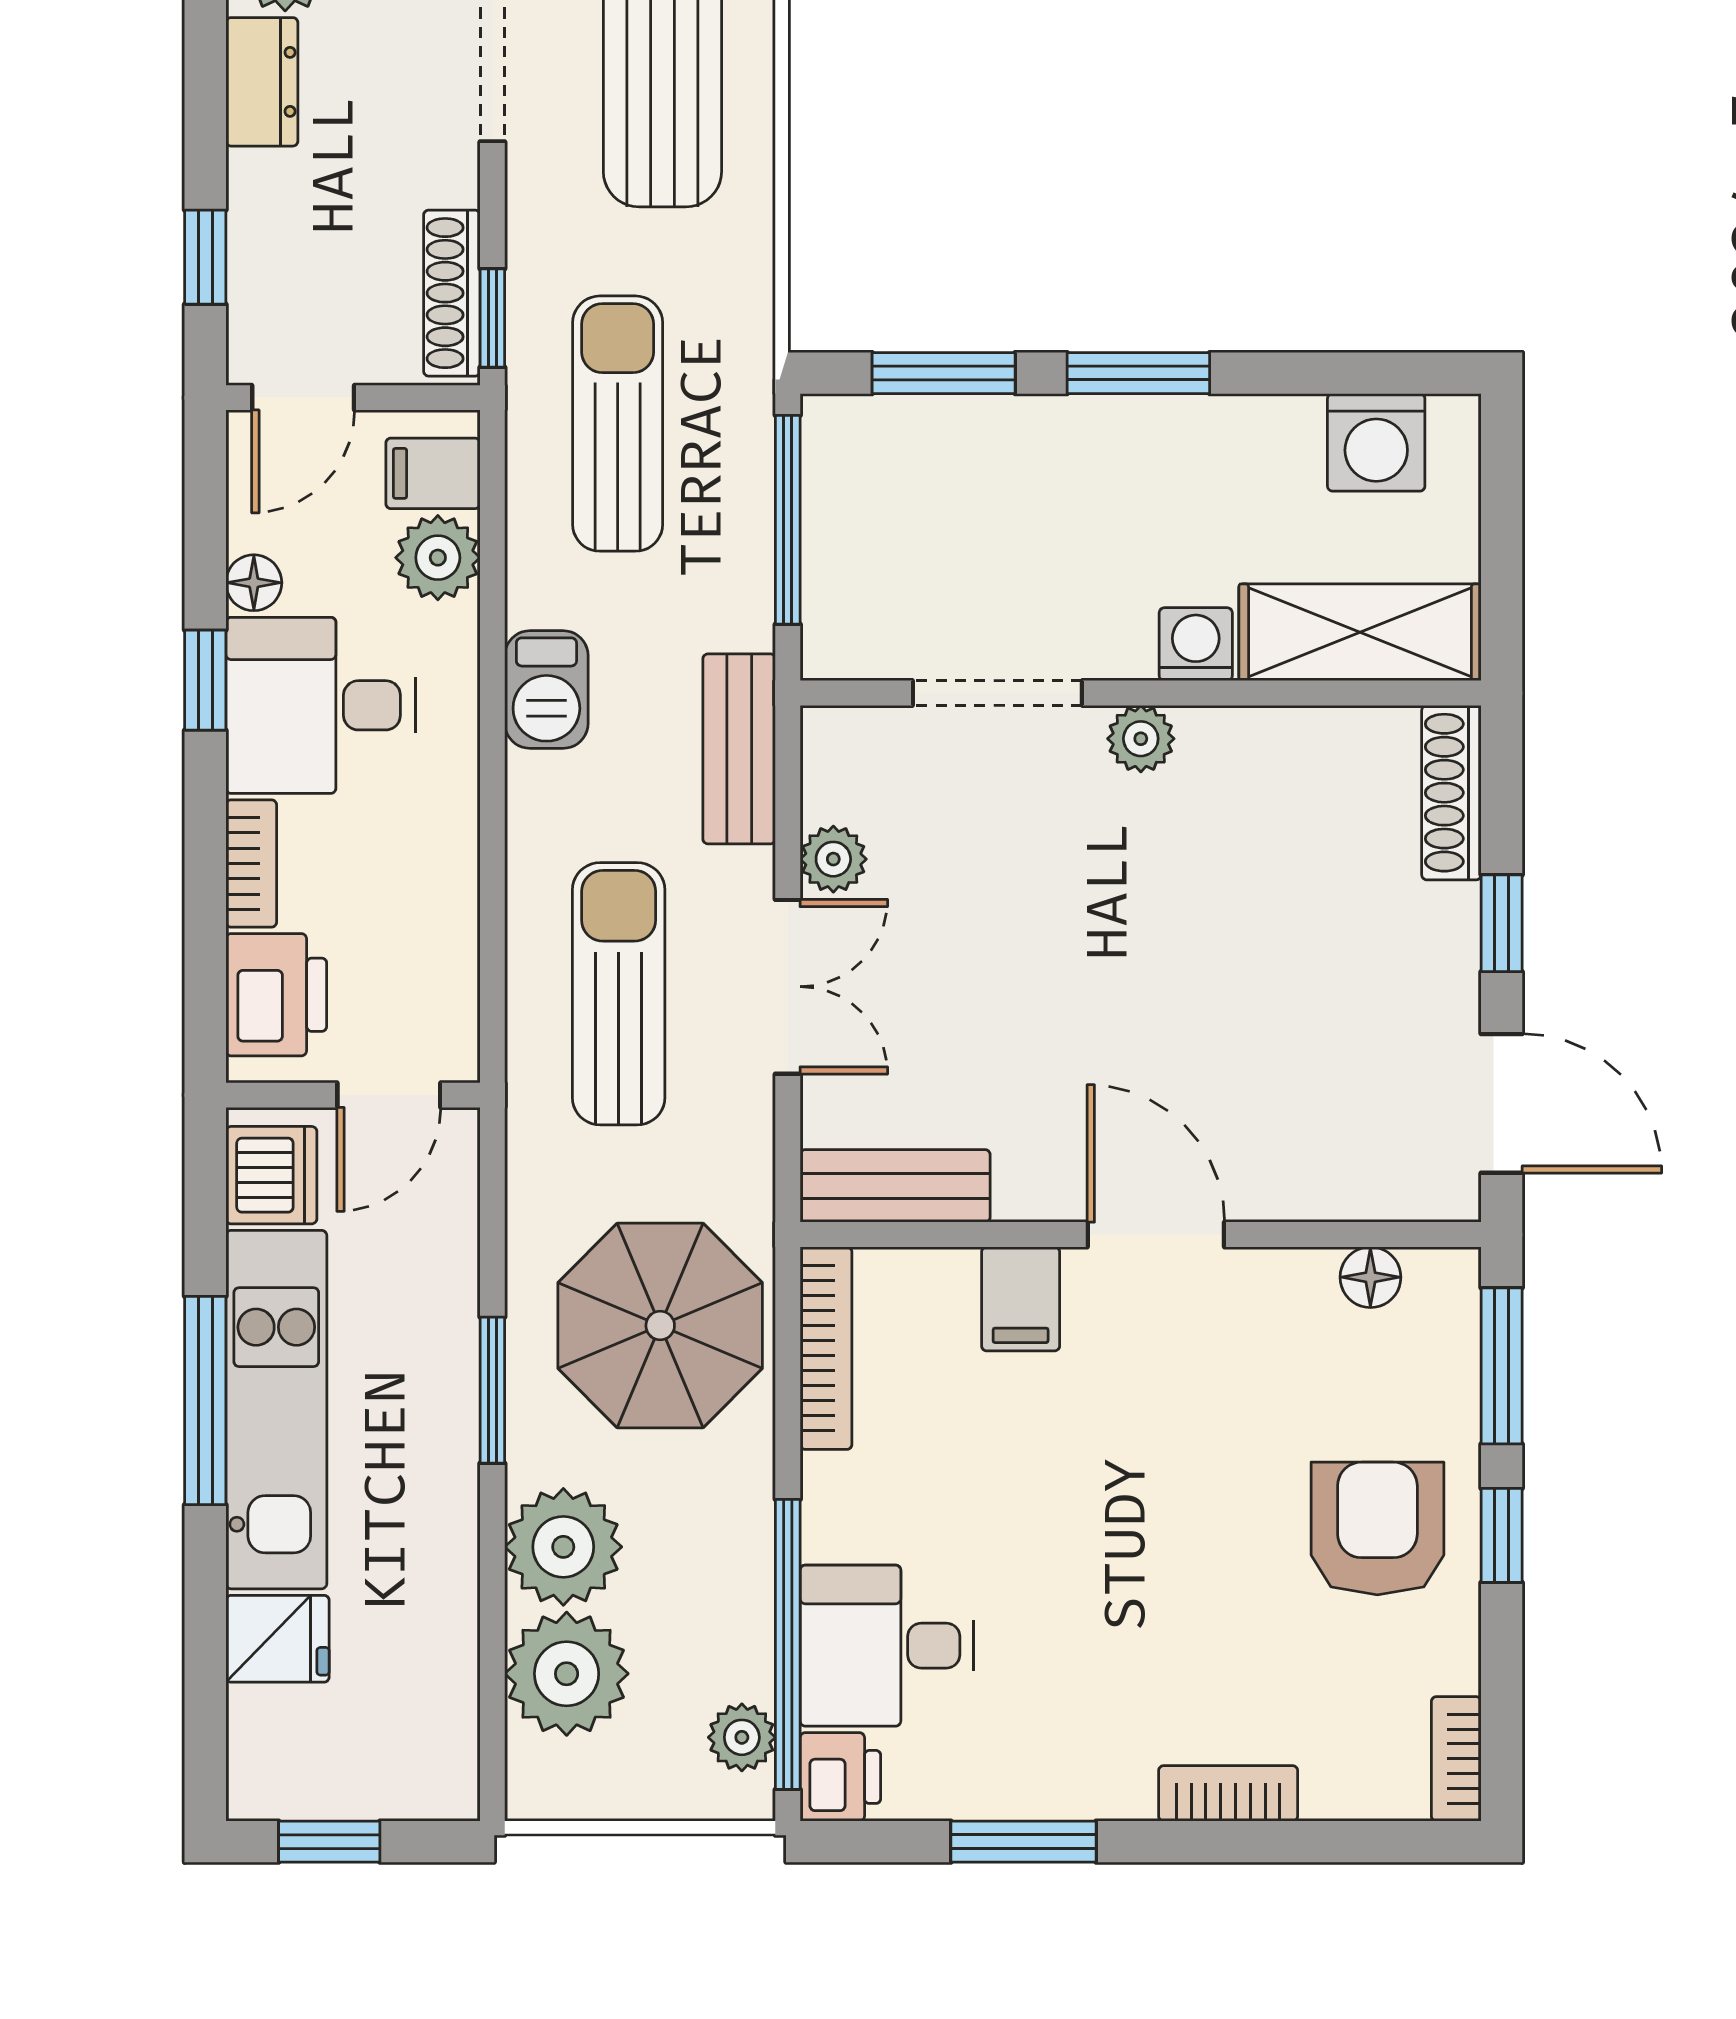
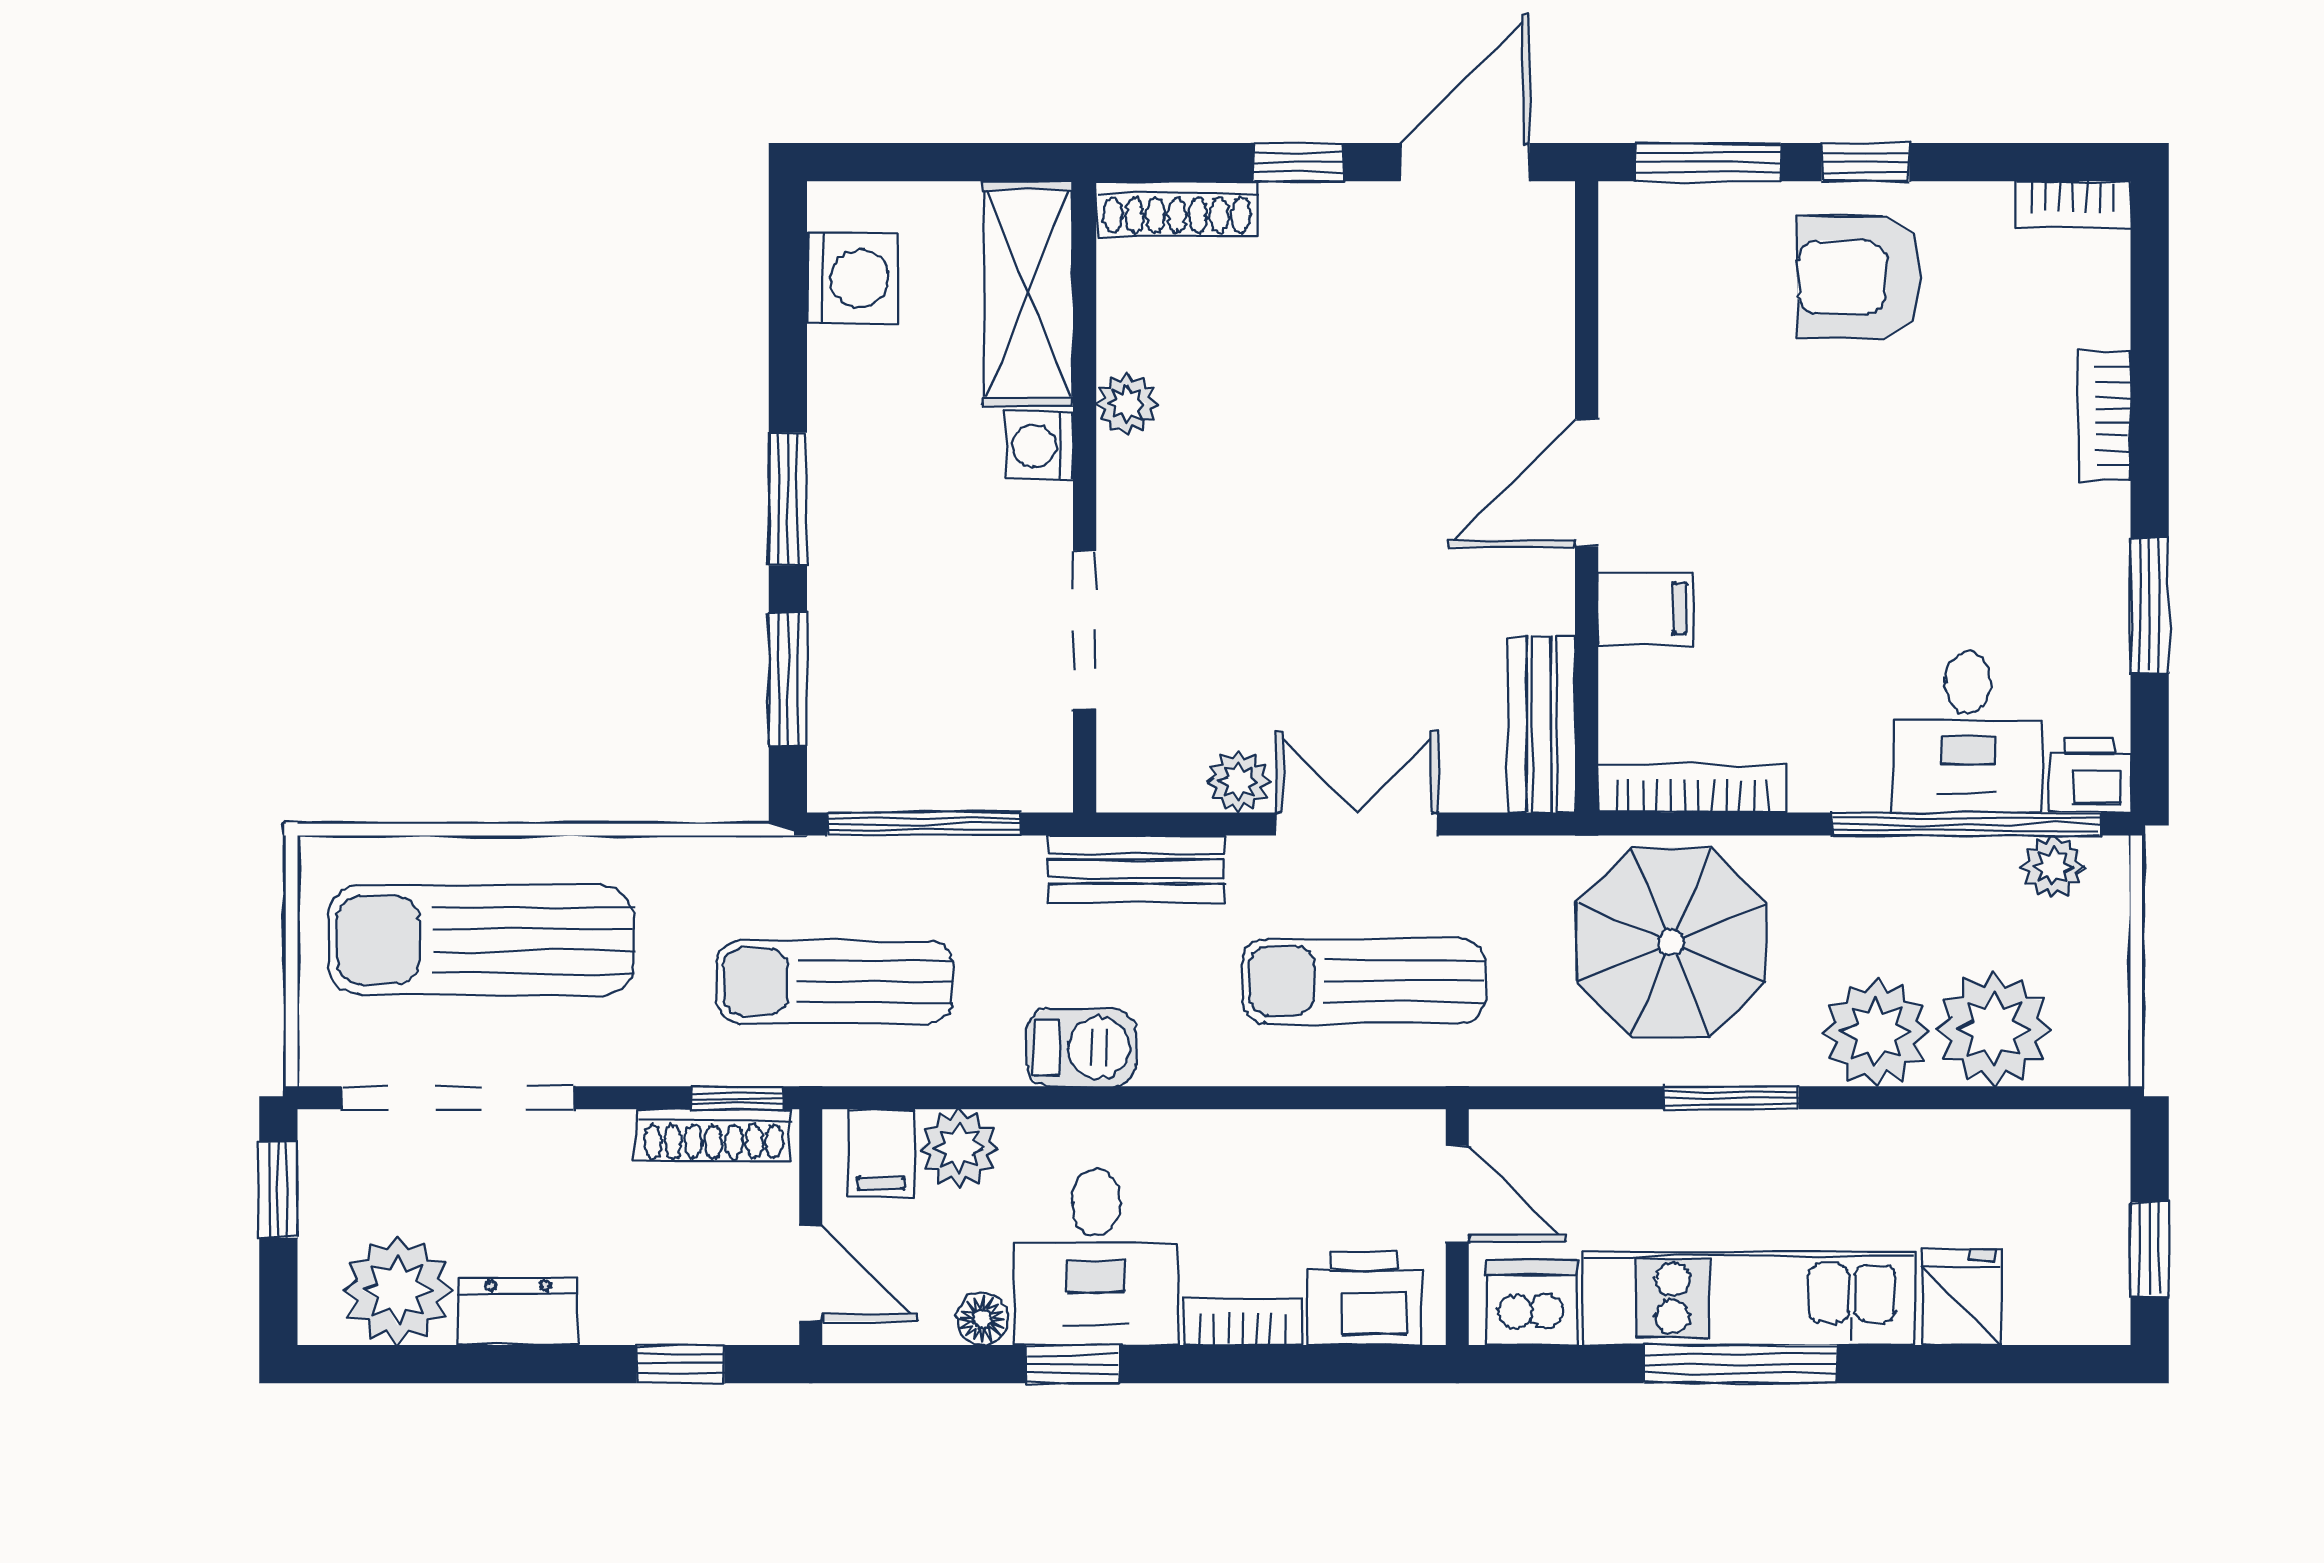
plant: (1141, 739) -> (1127, 404), moved
floor lamp: (1370, 1277) -> (1626, 284), removed

